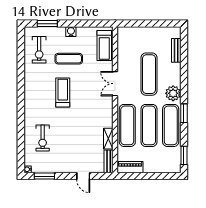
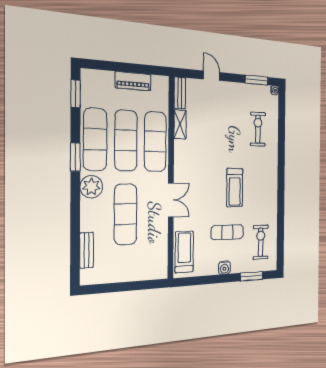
piano: (130, 167) -> (133, 81), moved

